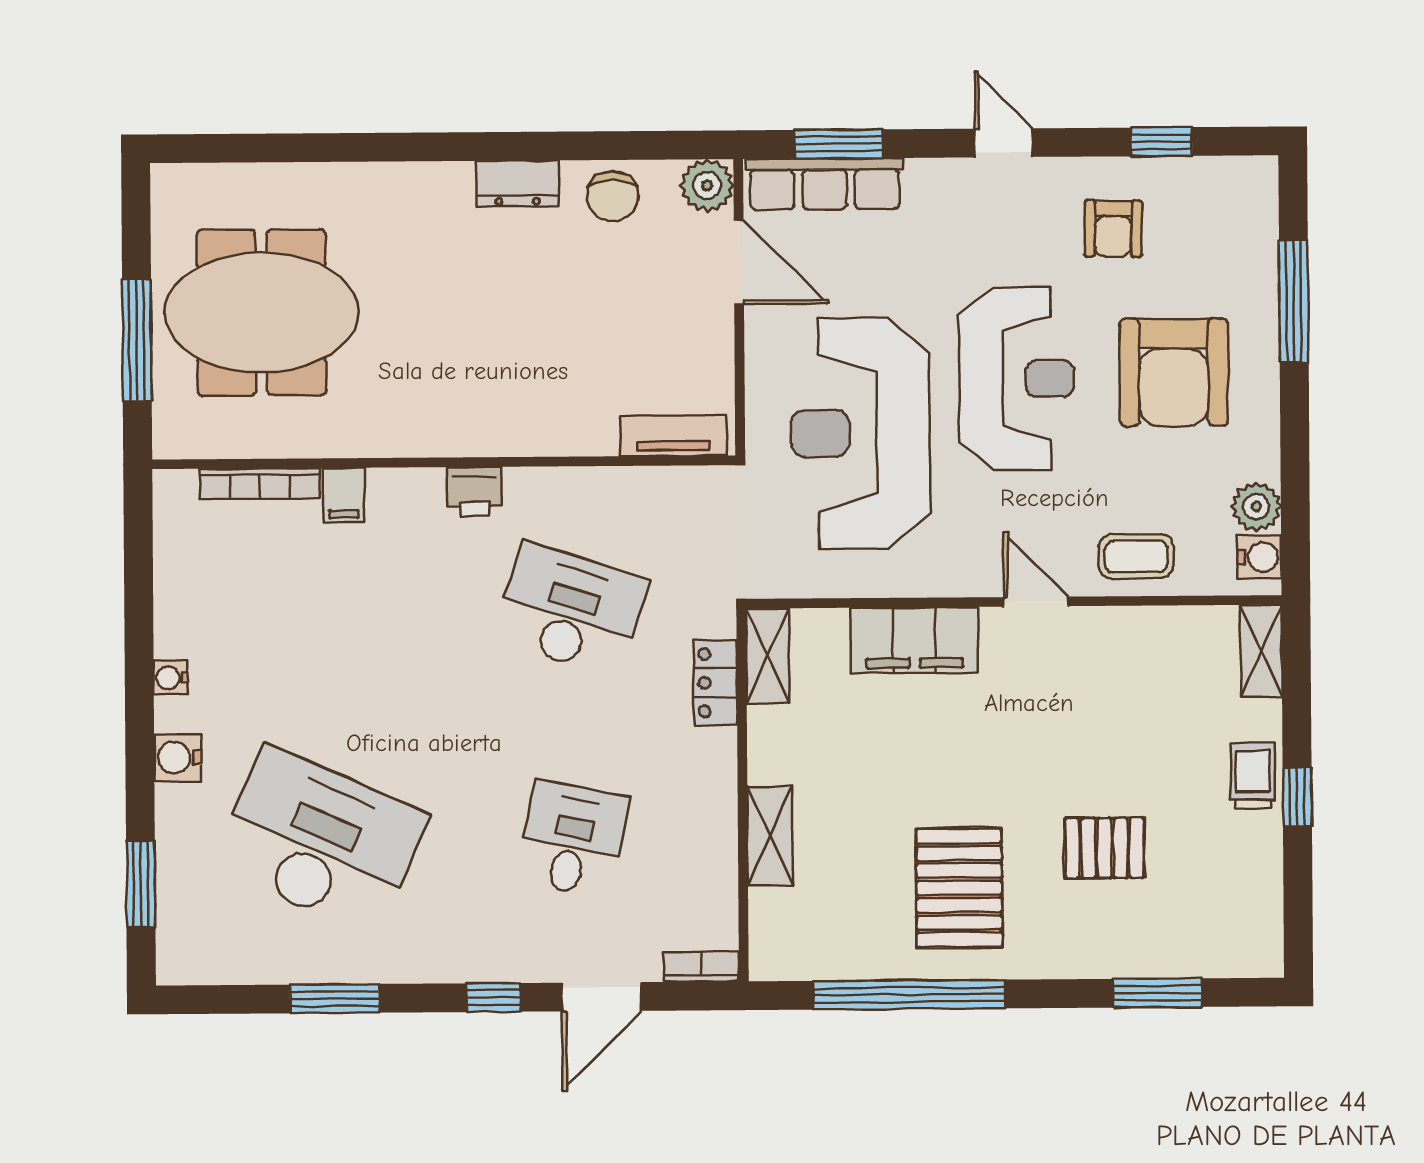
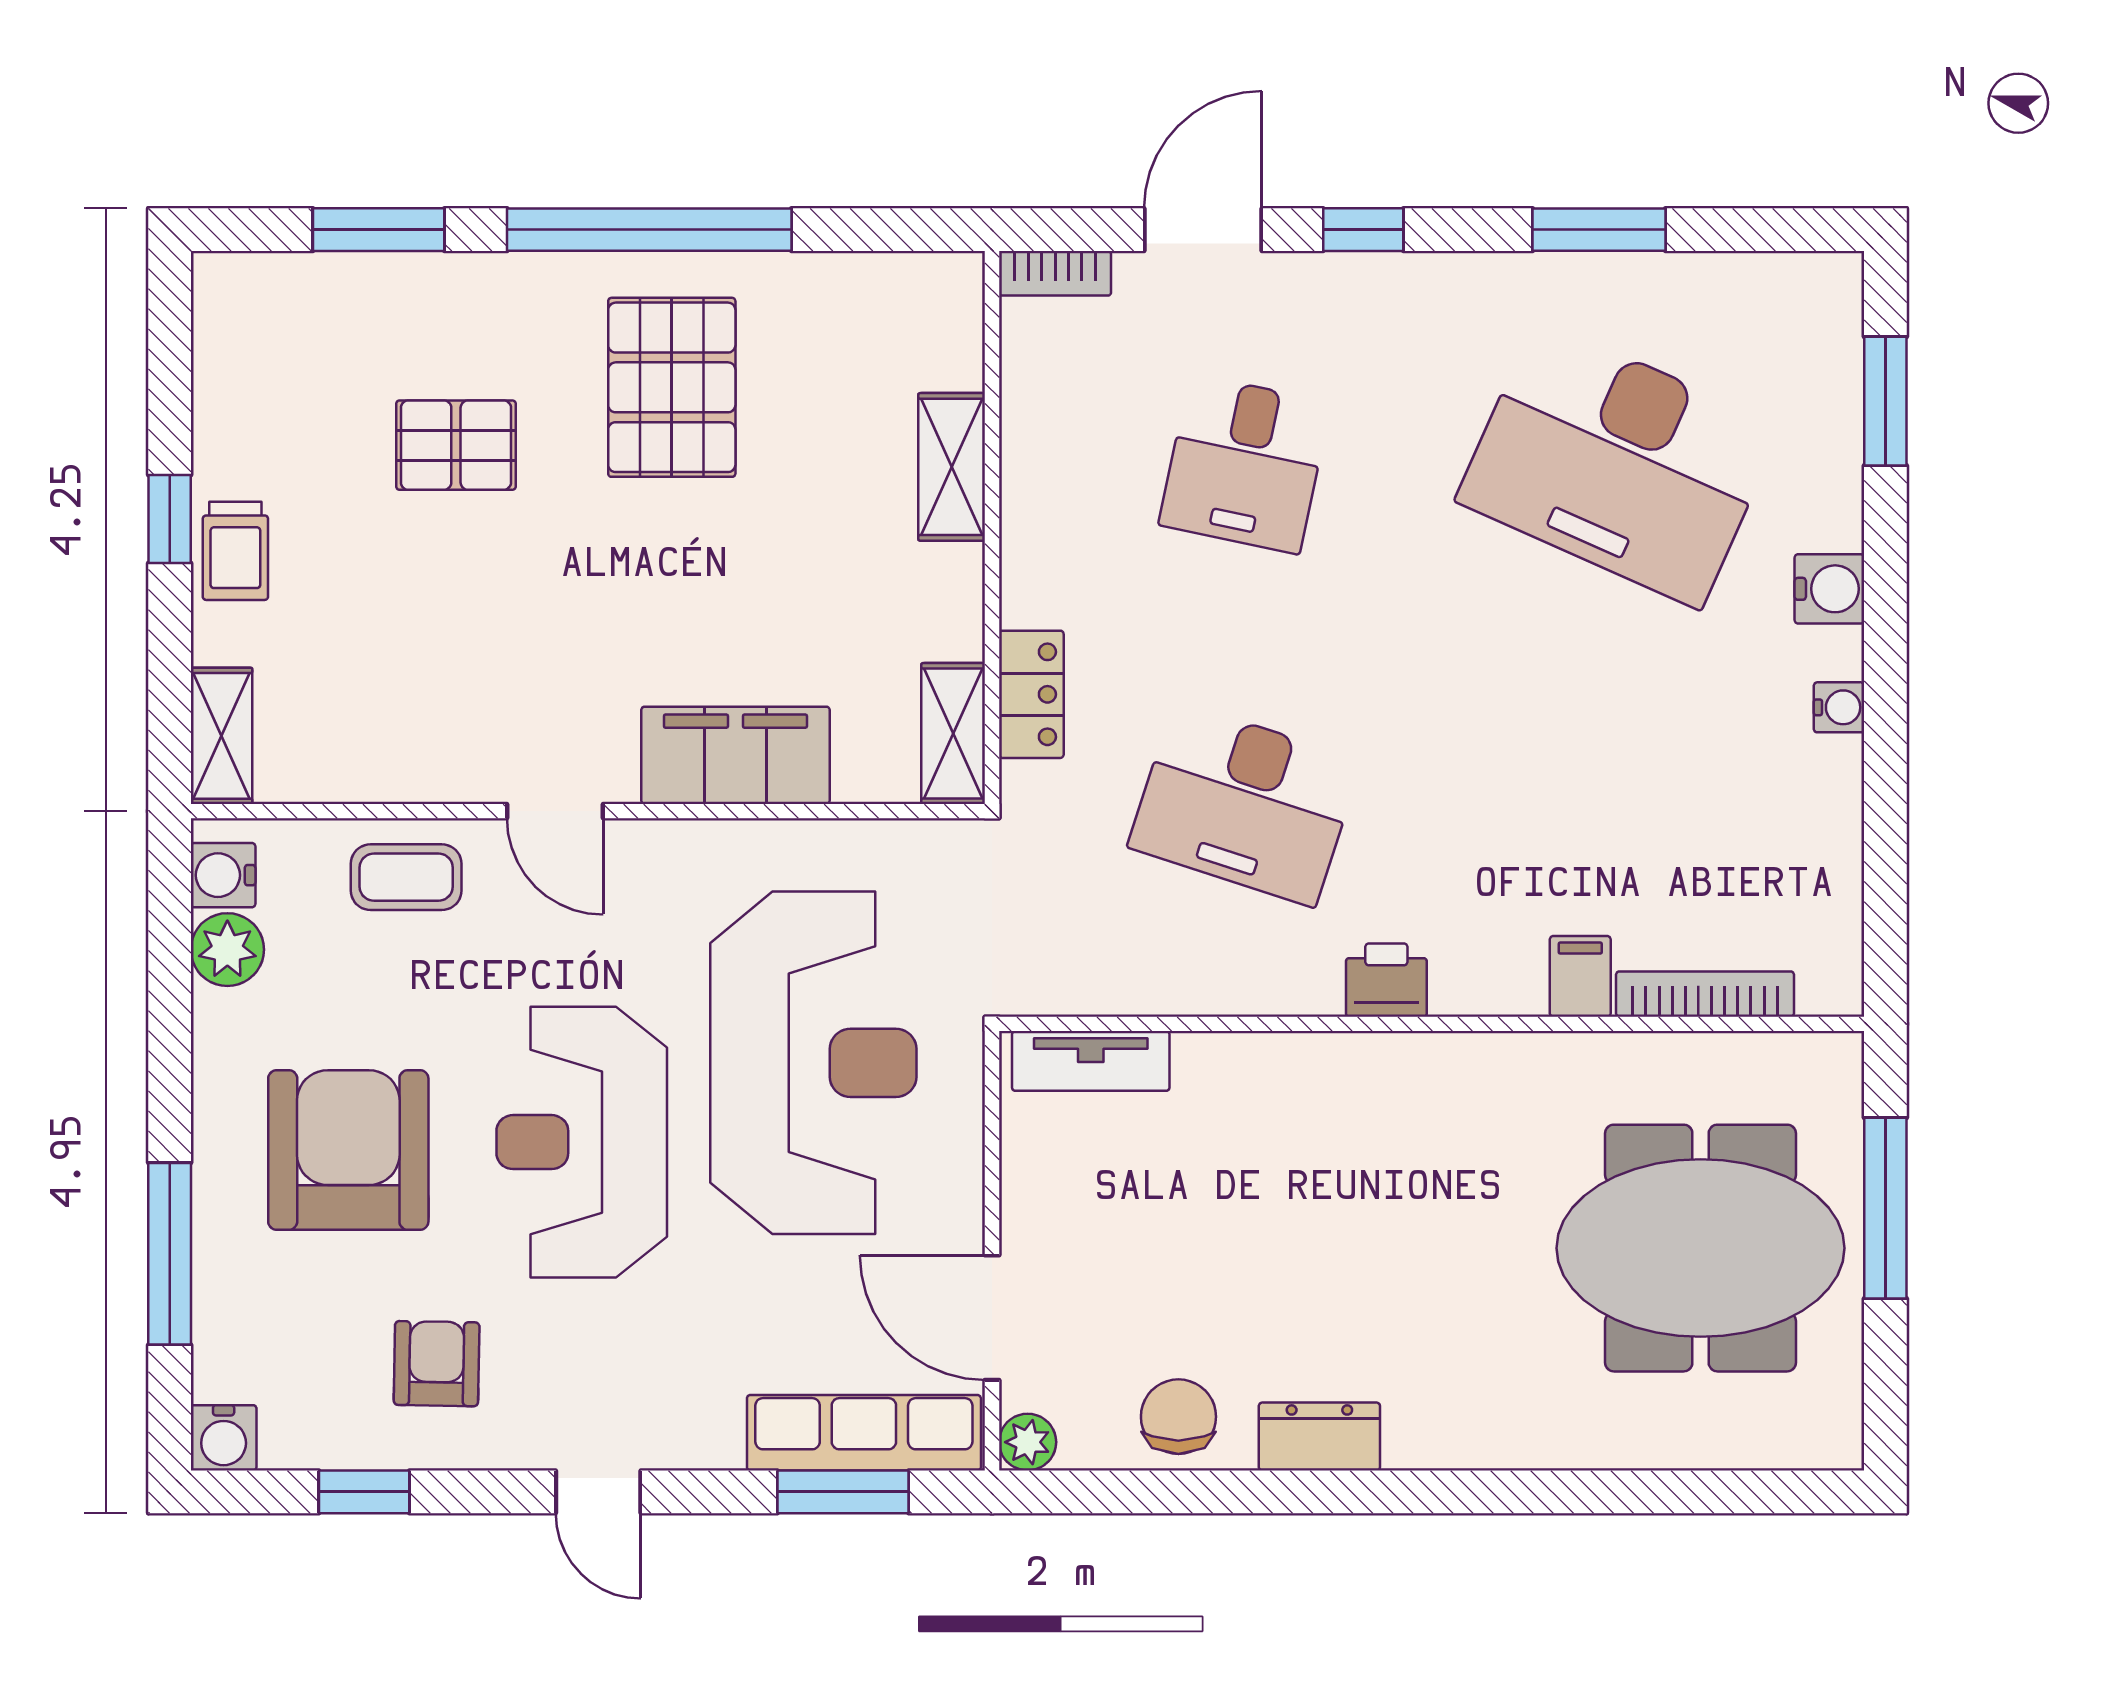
water cooler: (1257, 177) -> (224, 1438), added
plant: (707, 186) -> (1028, 1442), width x0.73, depth x0.73
window: (910, 995) -> (649, 230), moved

